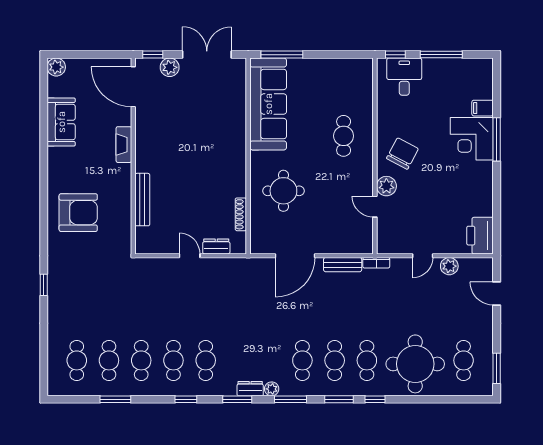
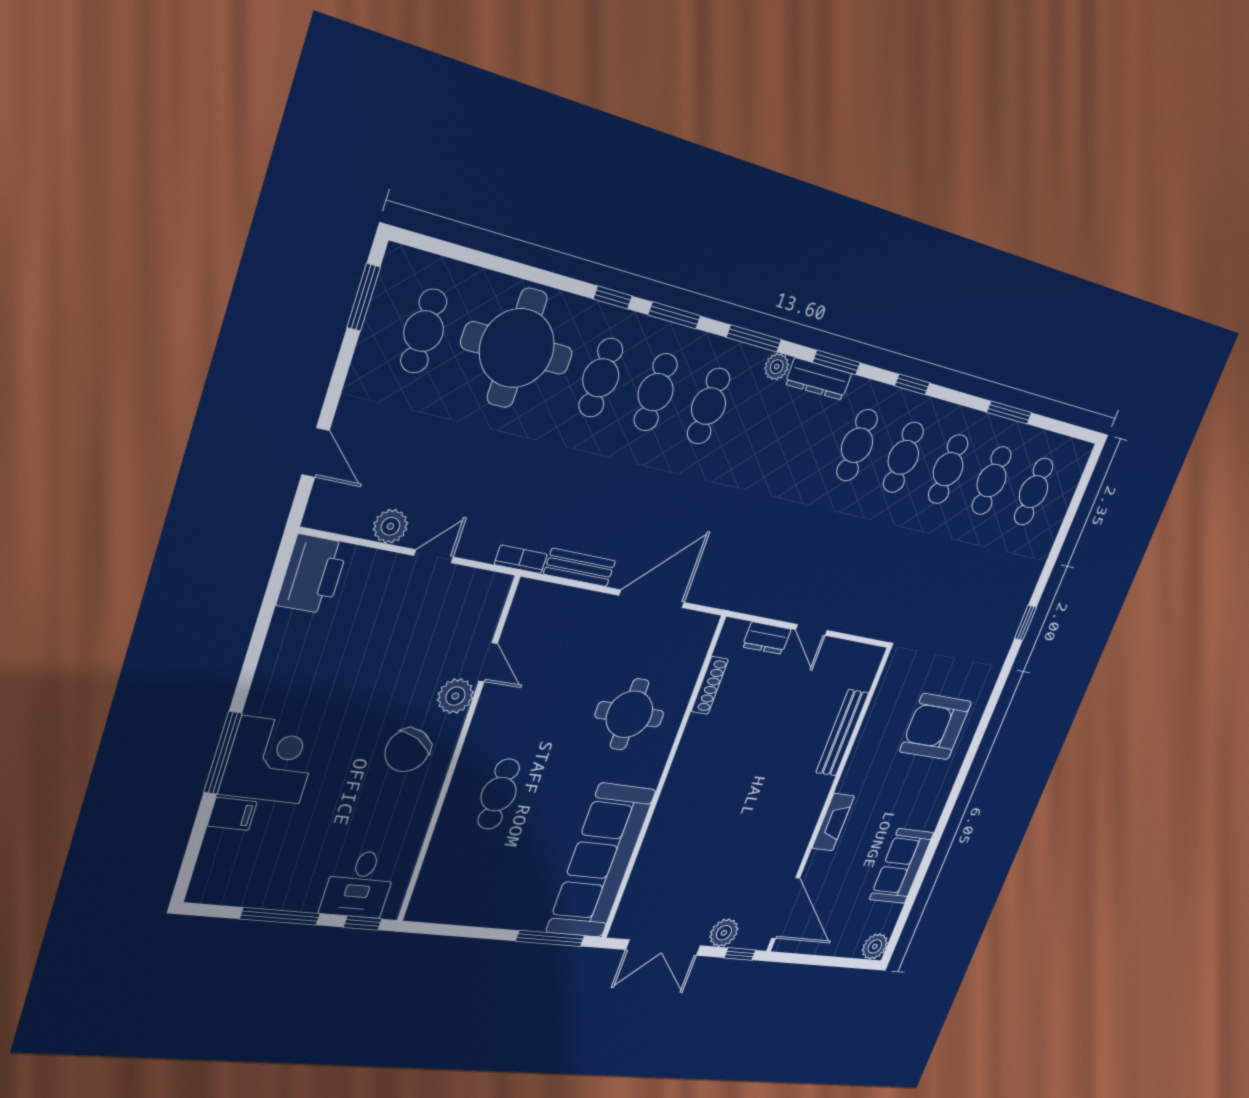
dresser: (250, 389) -> (818, 379), width x1.44

